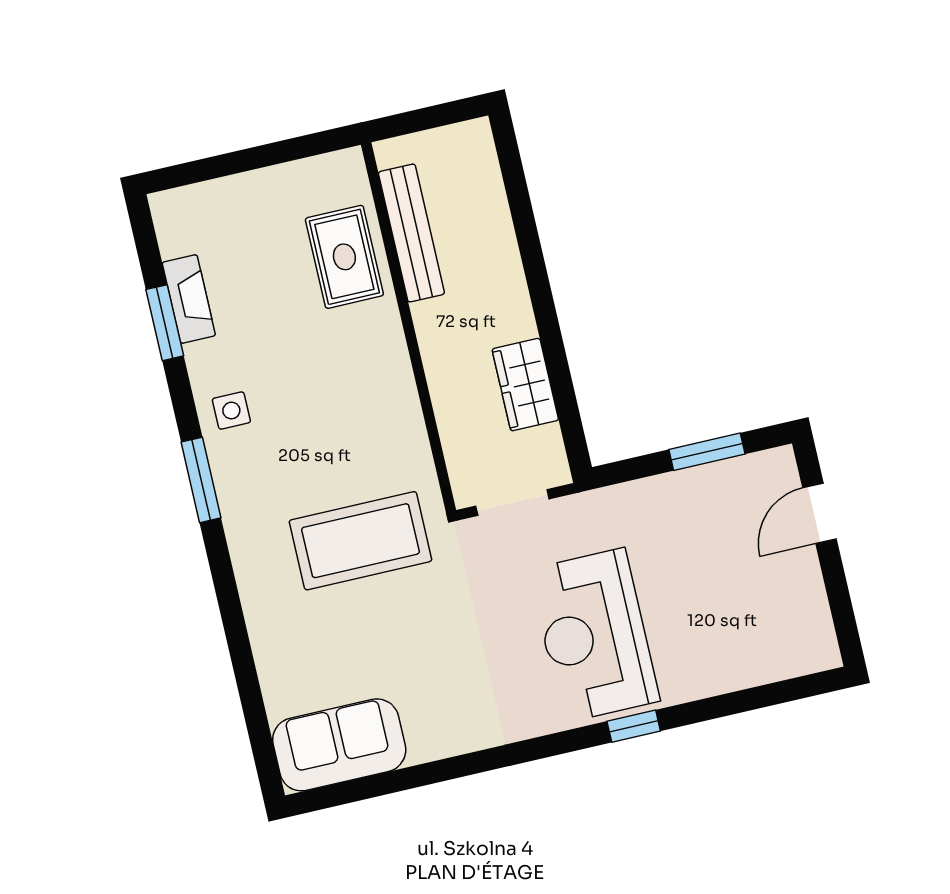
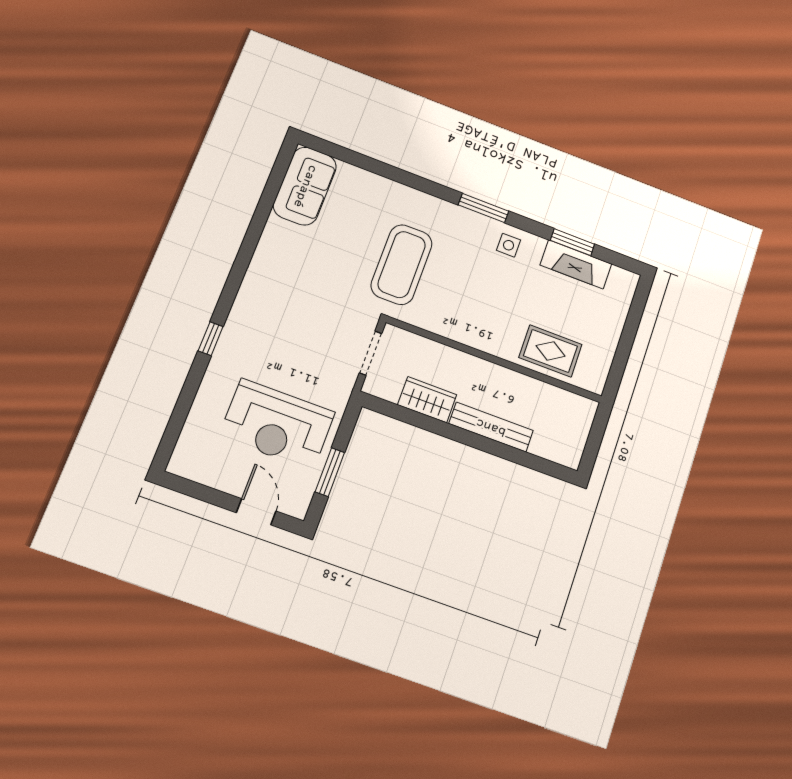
bench: (411, 233) -> (491, 427), moved
fireplace: (189, 299) -> (576, 264), width x1.37, depth x1.32
reception desk: (594, 635) -> (277, 424), moved, turned 180

